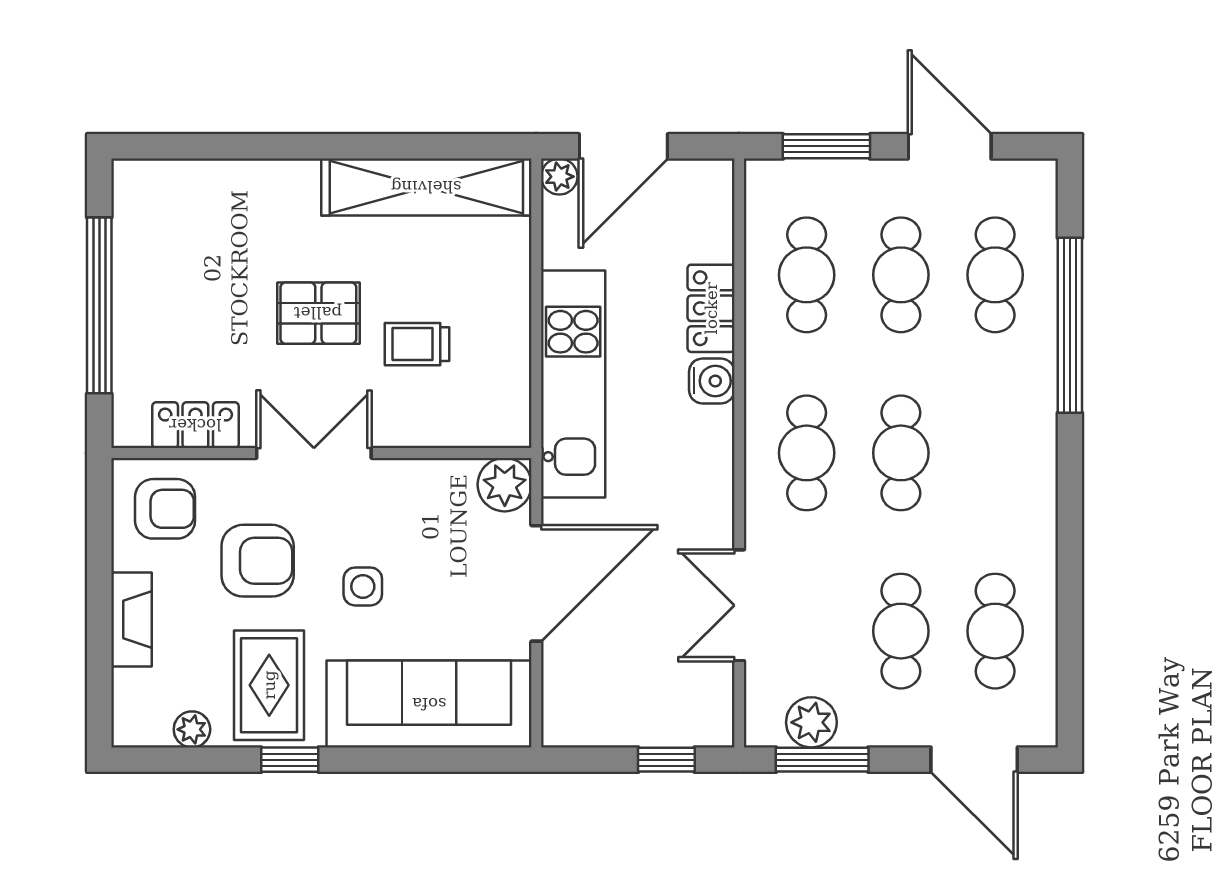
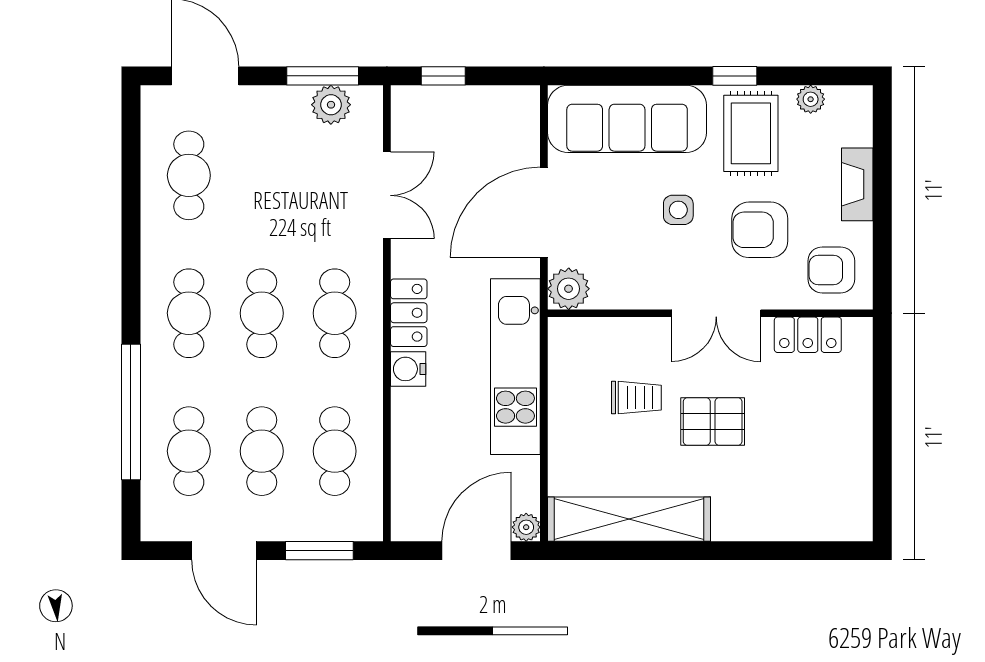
window: (99, 305) -> (882, 427), removed
locker: (711, 308) -> (409, 313), moved
cafe table: (901, 631) -> (189, 313), moved

